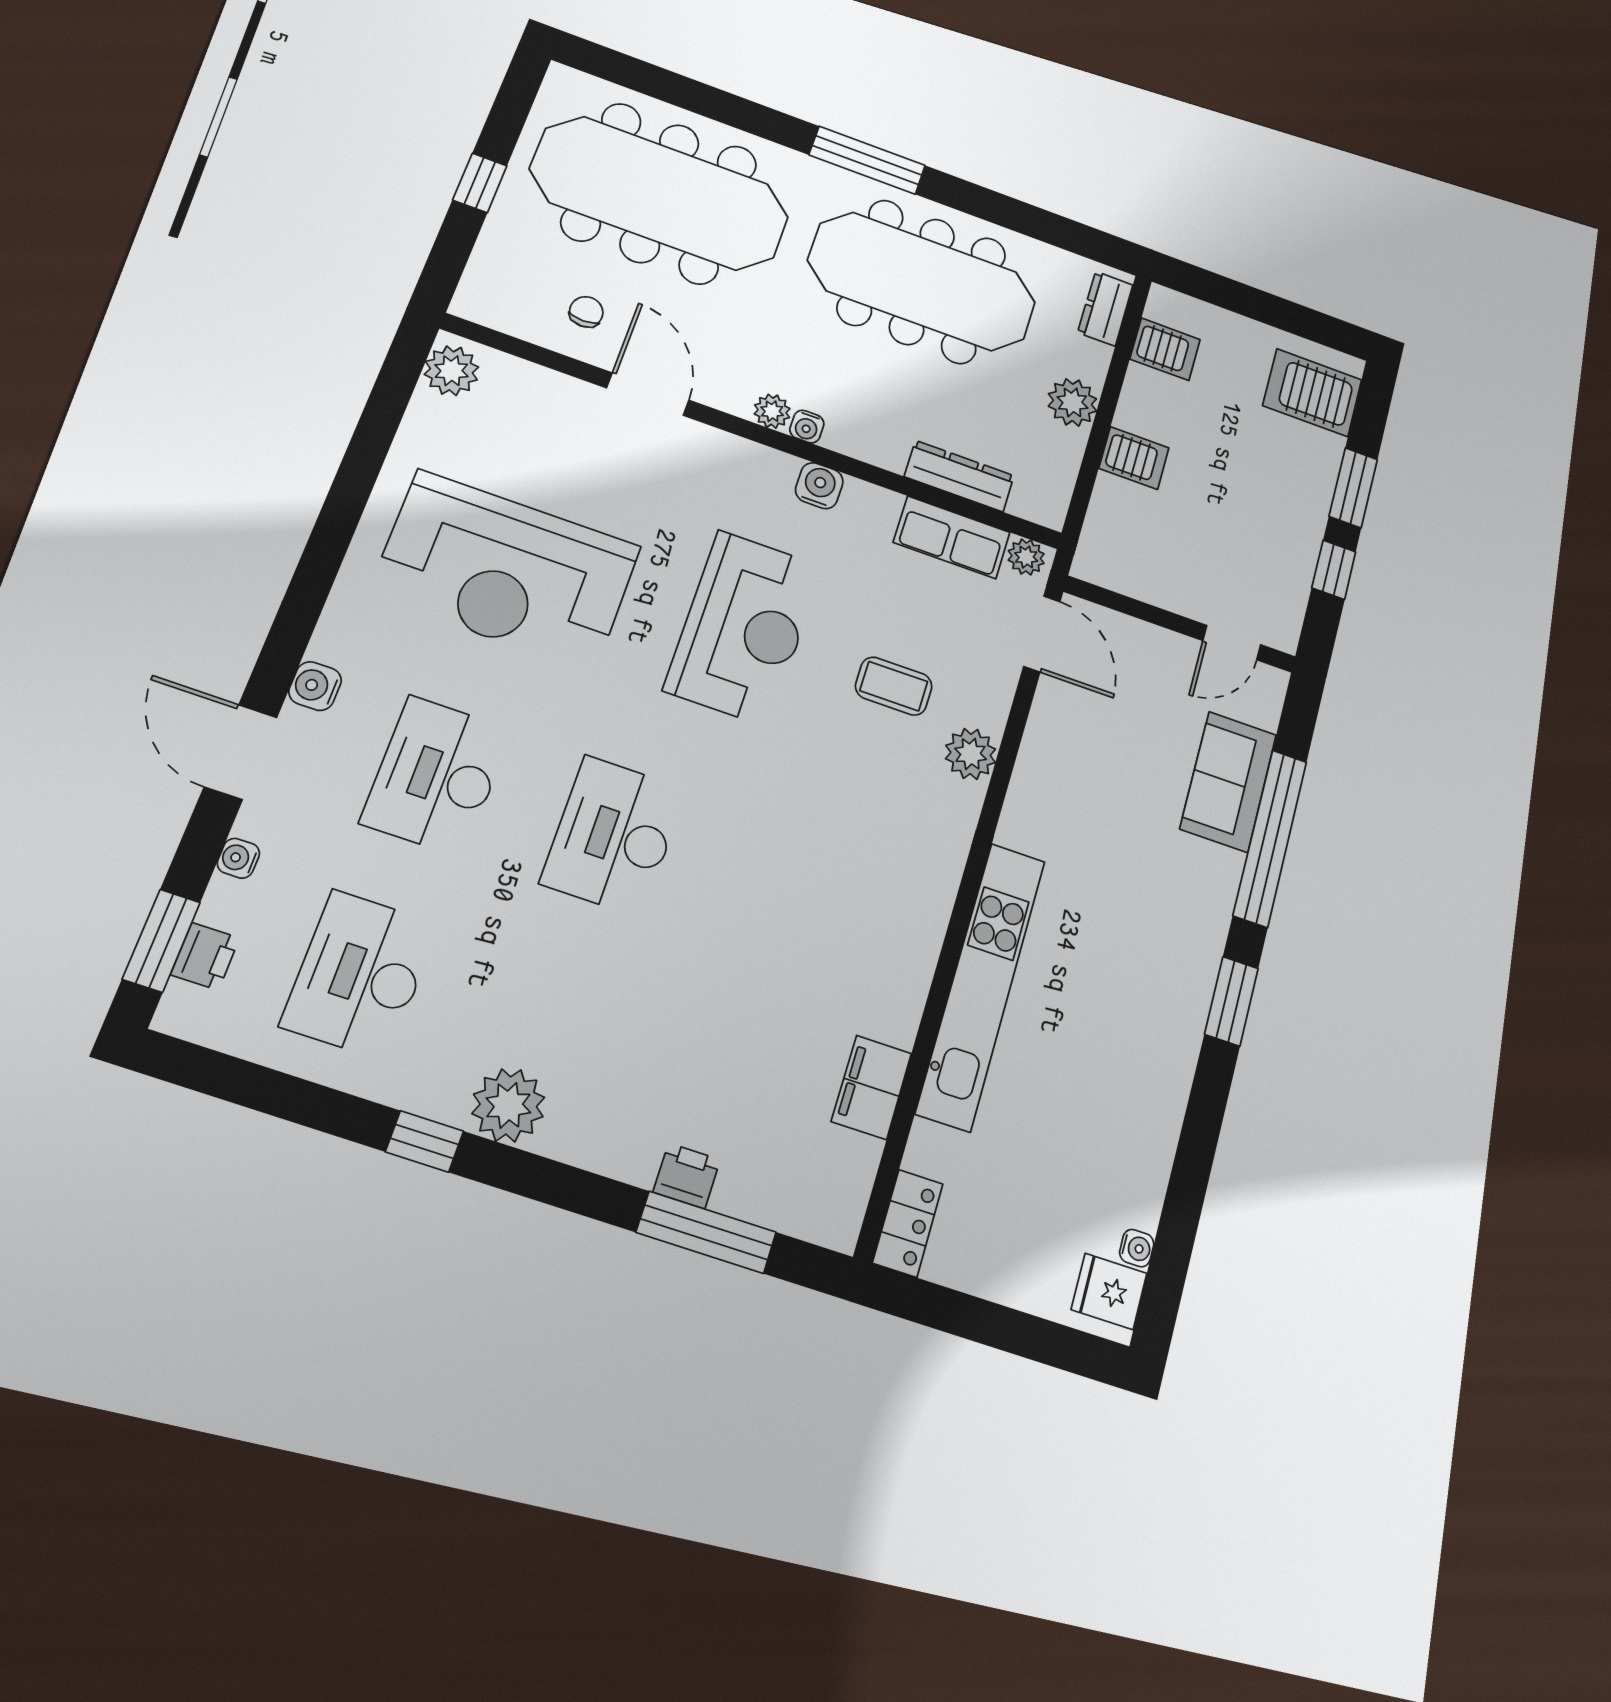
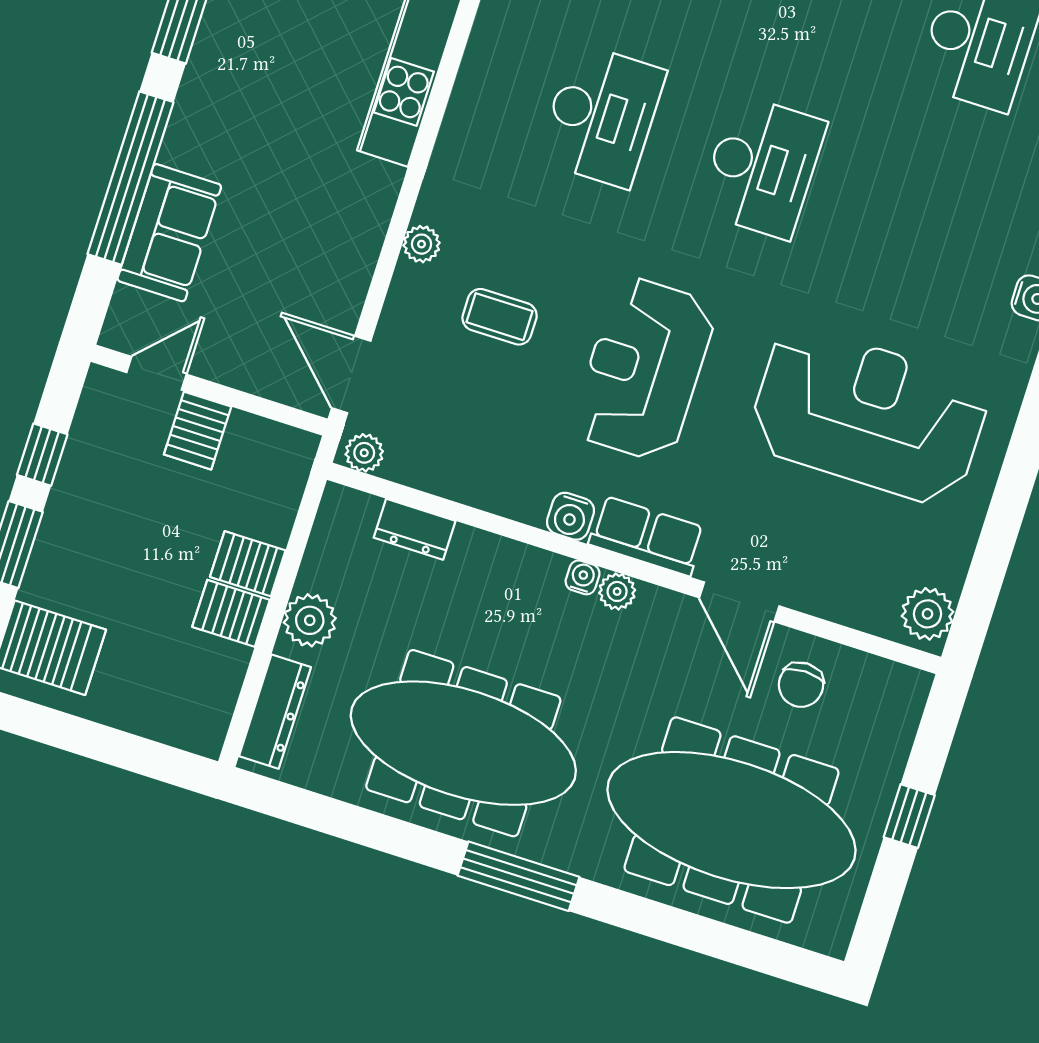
dresser: (1105, 309) -> (275, 712), width x1.44
chair: (586, 312) -> (801, 685), width x1.37, depth x1.37
server rack: (1165, 349) -> (231, 613), moved
dresser: (959, 476) -> (415, 529), width x0.70
row of seats: (952, 537) -> (647, 536), moved
server rack: (1189, 586) -> (198, 431), added
plant: (971, 754) -> (422, 244), width x0.73, depth x0.73
desk: (436, 776) -> (602, 115), moved

